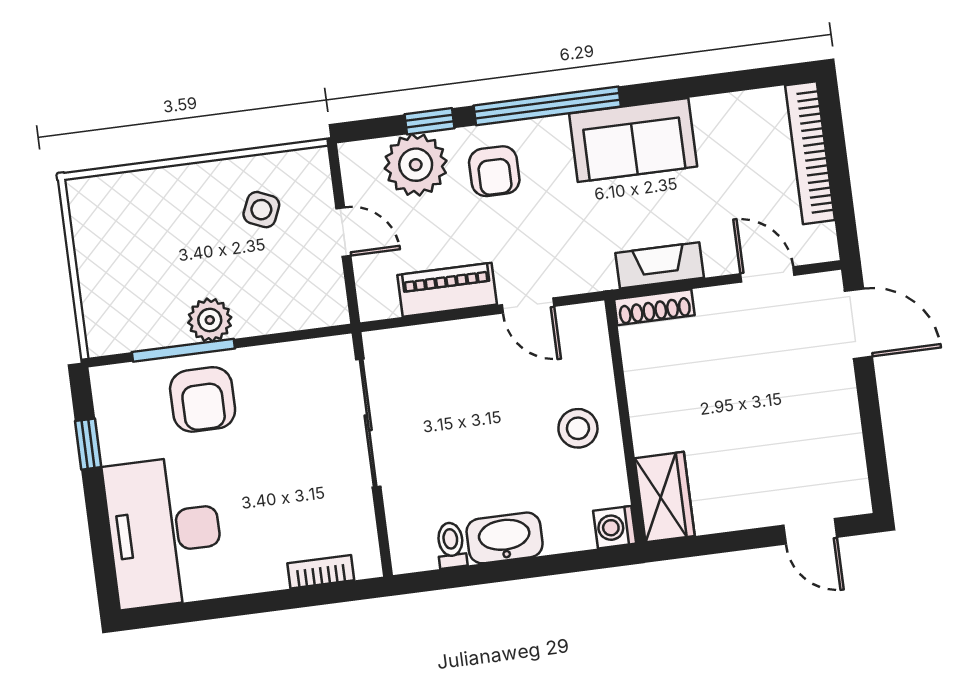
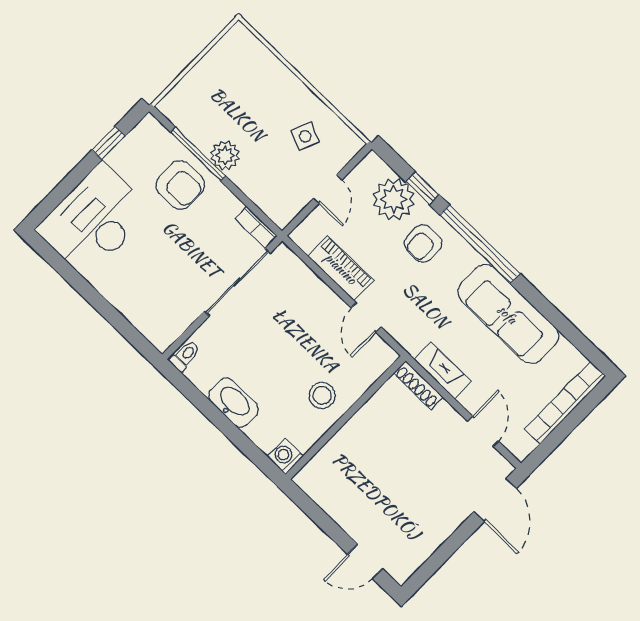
sofa: (633, 140) -> (508, 314), width x1.36
armchair: (203, 399) -> (180, 185), turned -90
wardrobe: (665, 497) -> (322, 470), removed
door: (810, 531) -> (365, 562), hinge flipped
toilet: (451, 545) -> (185, 356), moved
bookcase: (321, 572) -> (256, 227), moved, turned 180

